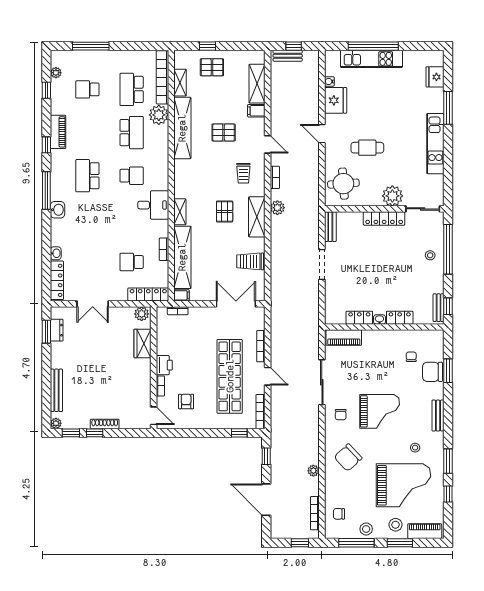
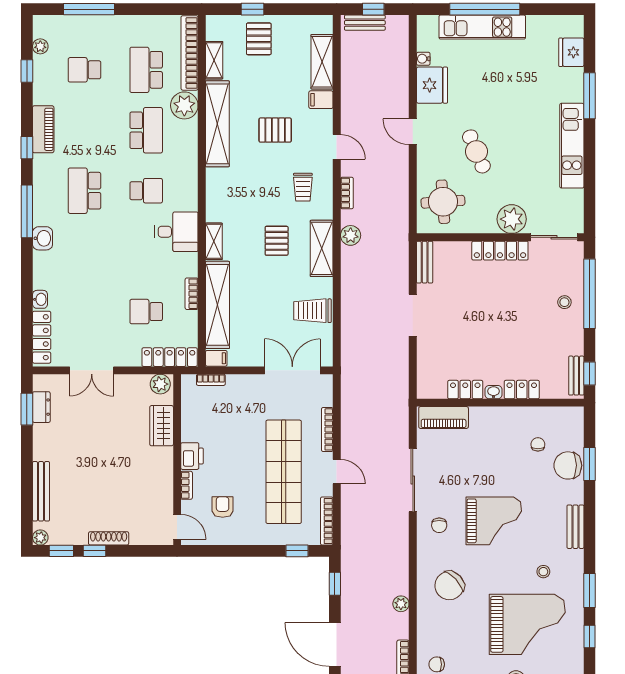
pallet: (212, 67) -> (259, 39), turned 90
cafe table: (367, 148) -> (476, 151), turned 67

